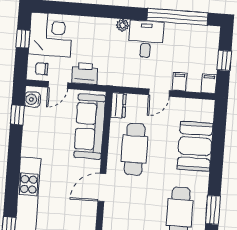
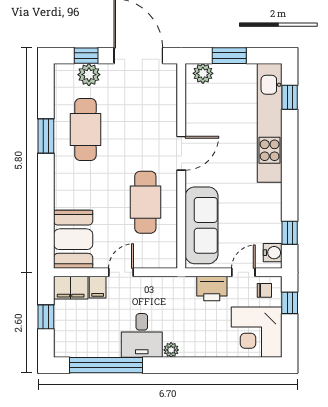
window: (23, 39) -> (290, 303), moved
filing cabinet: (209, 84) -> (71, 288), width x2.00
dresser: (118, 105) -> (169, 253), removed
booth: (195, 146) -> (73, 239), moved

